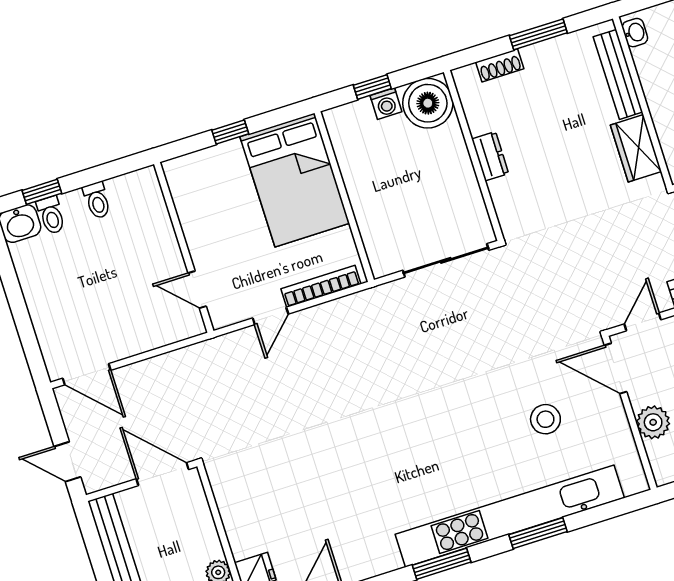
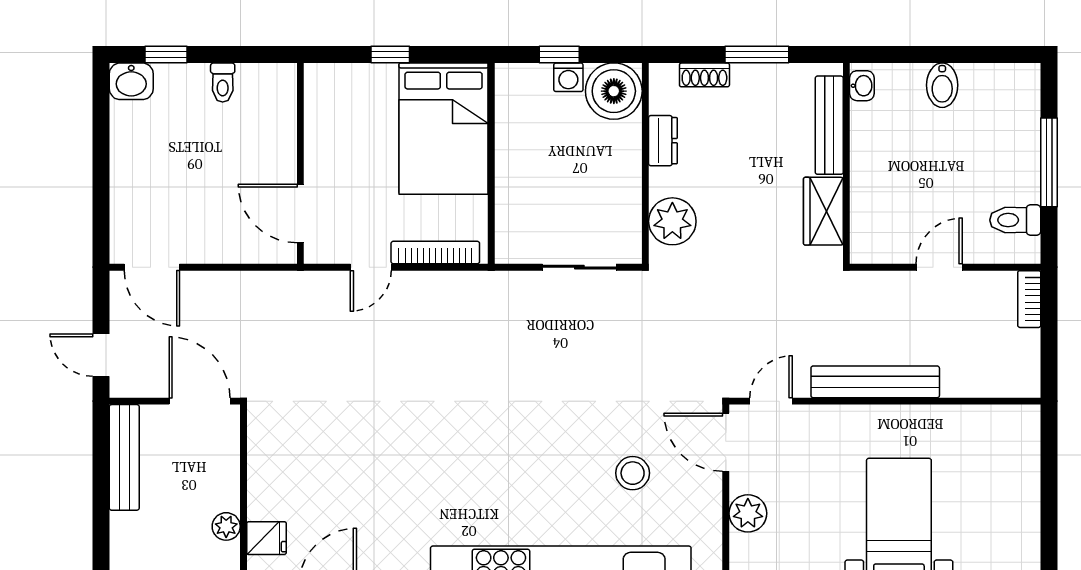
dresser: (490, 156) -> (663, 141), moved
plant: (512, 197) -> (672, 221), added
toilet: (51, 215) -> (168, 83), removed
sliding door: (446, 260) -> (579, 267), width x0.73
door: (197, 290) -> (300, 214), width x1.38

